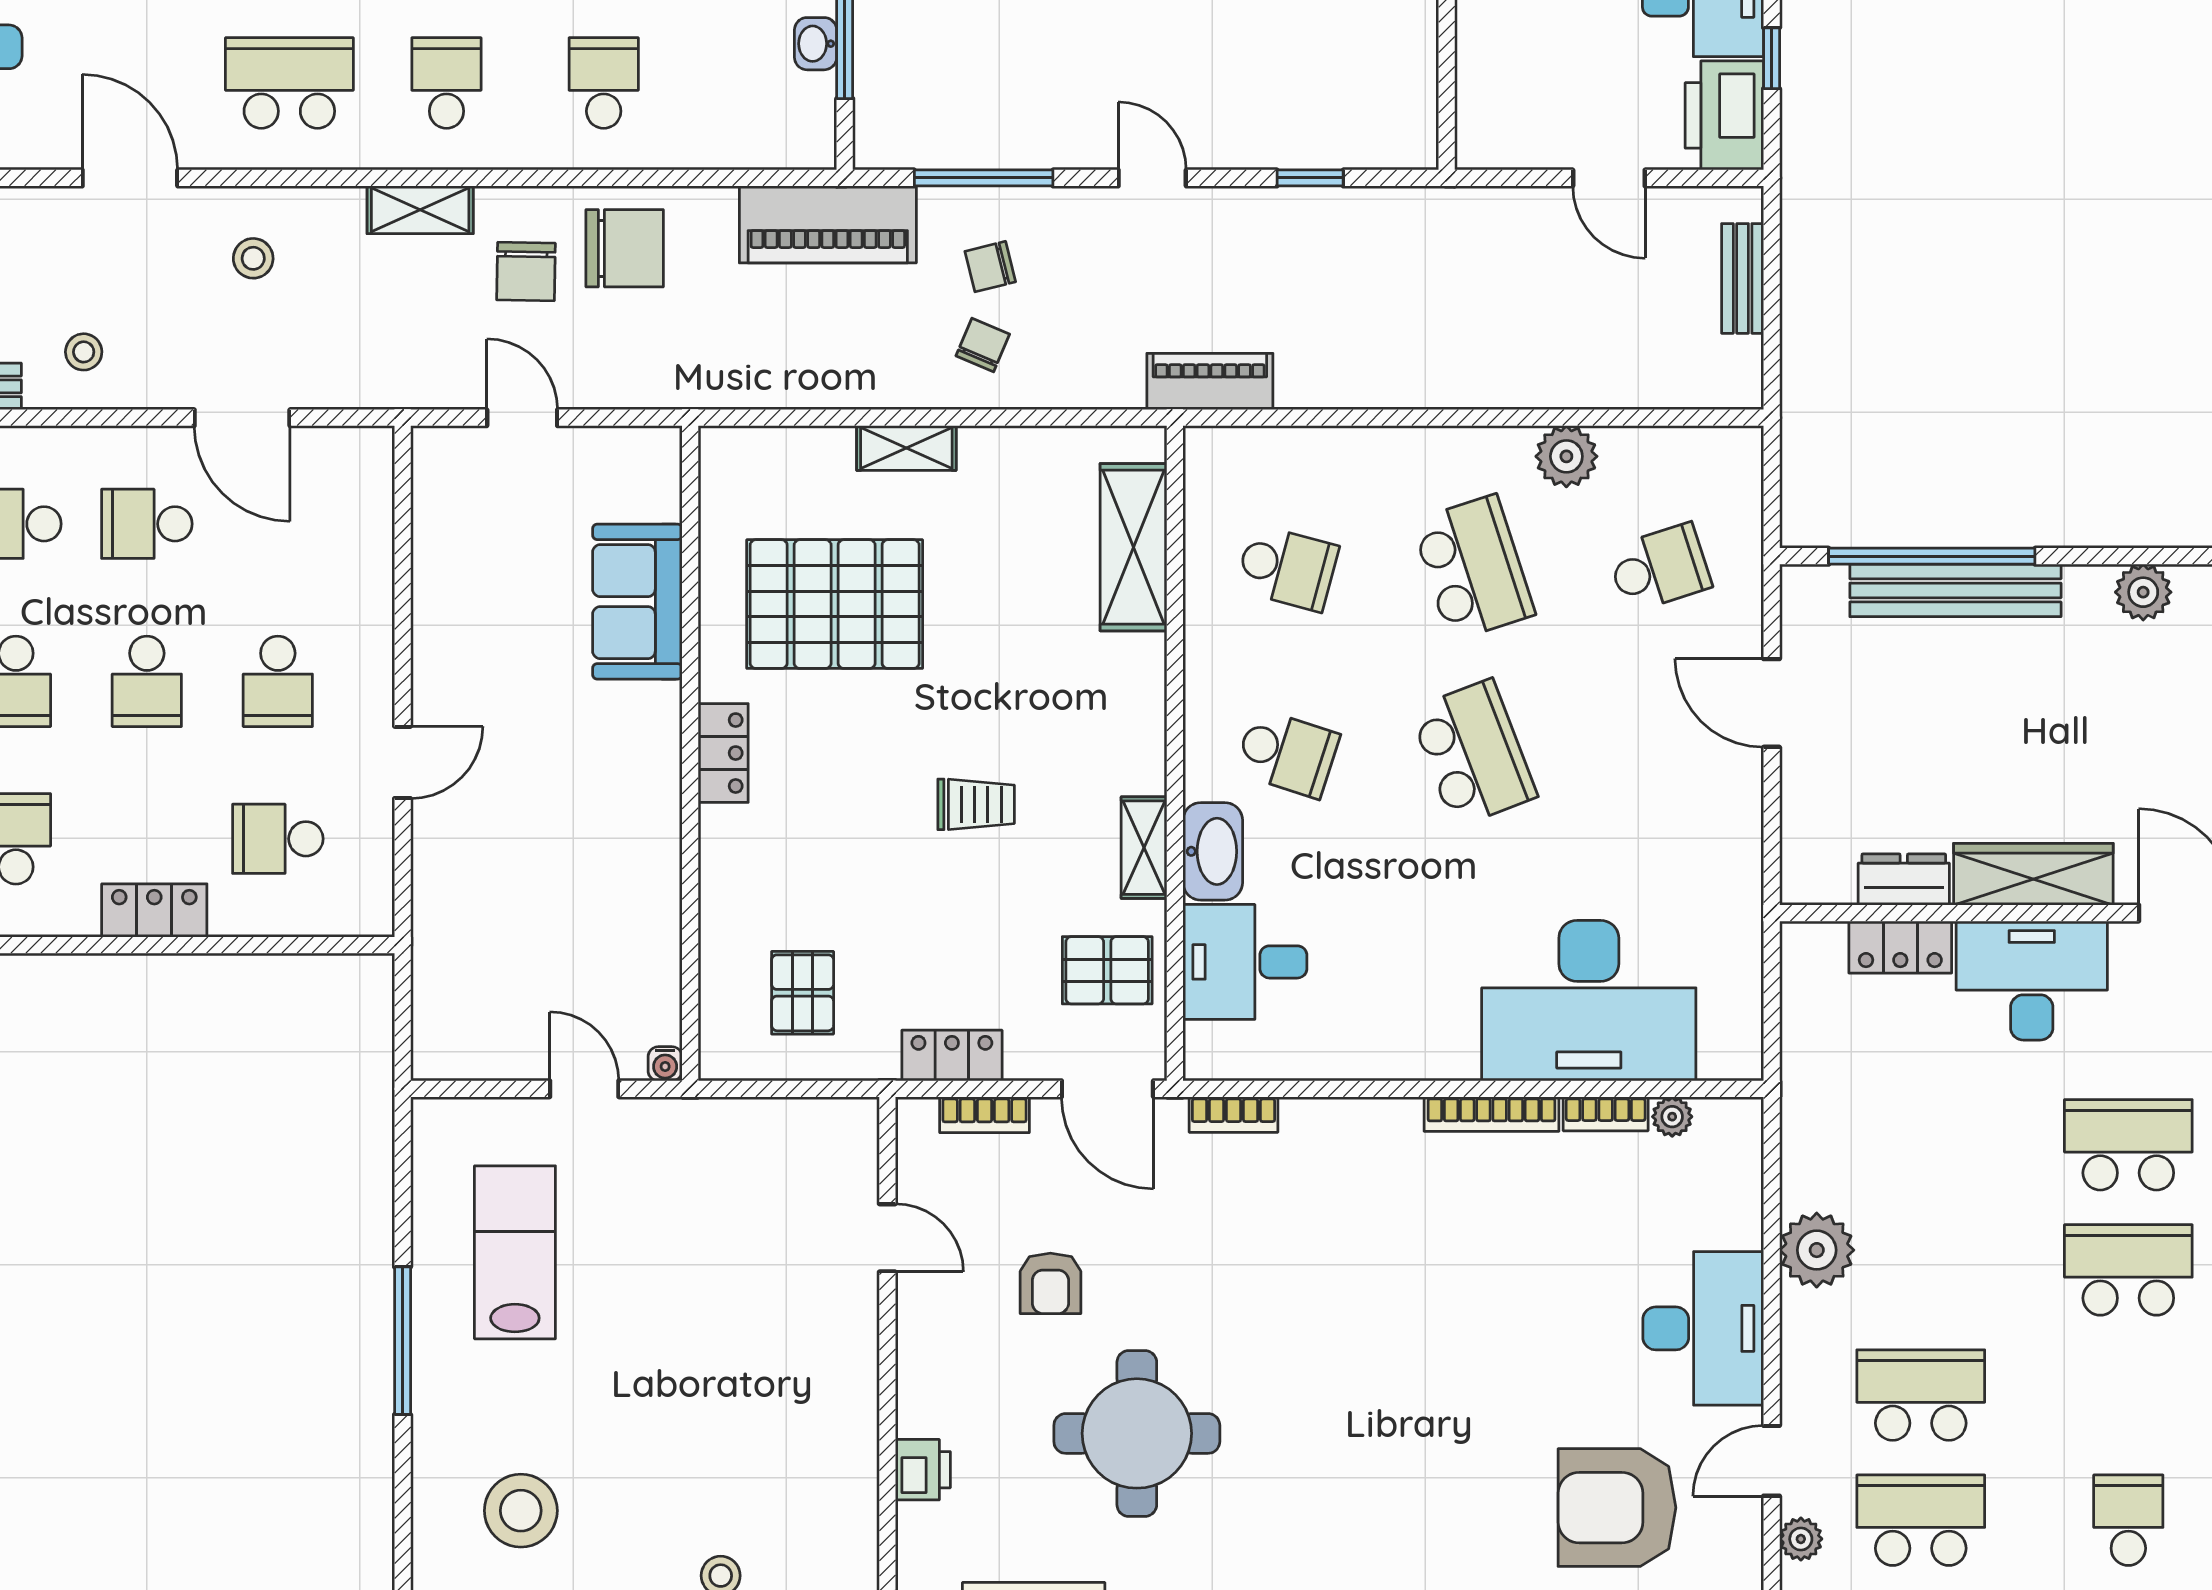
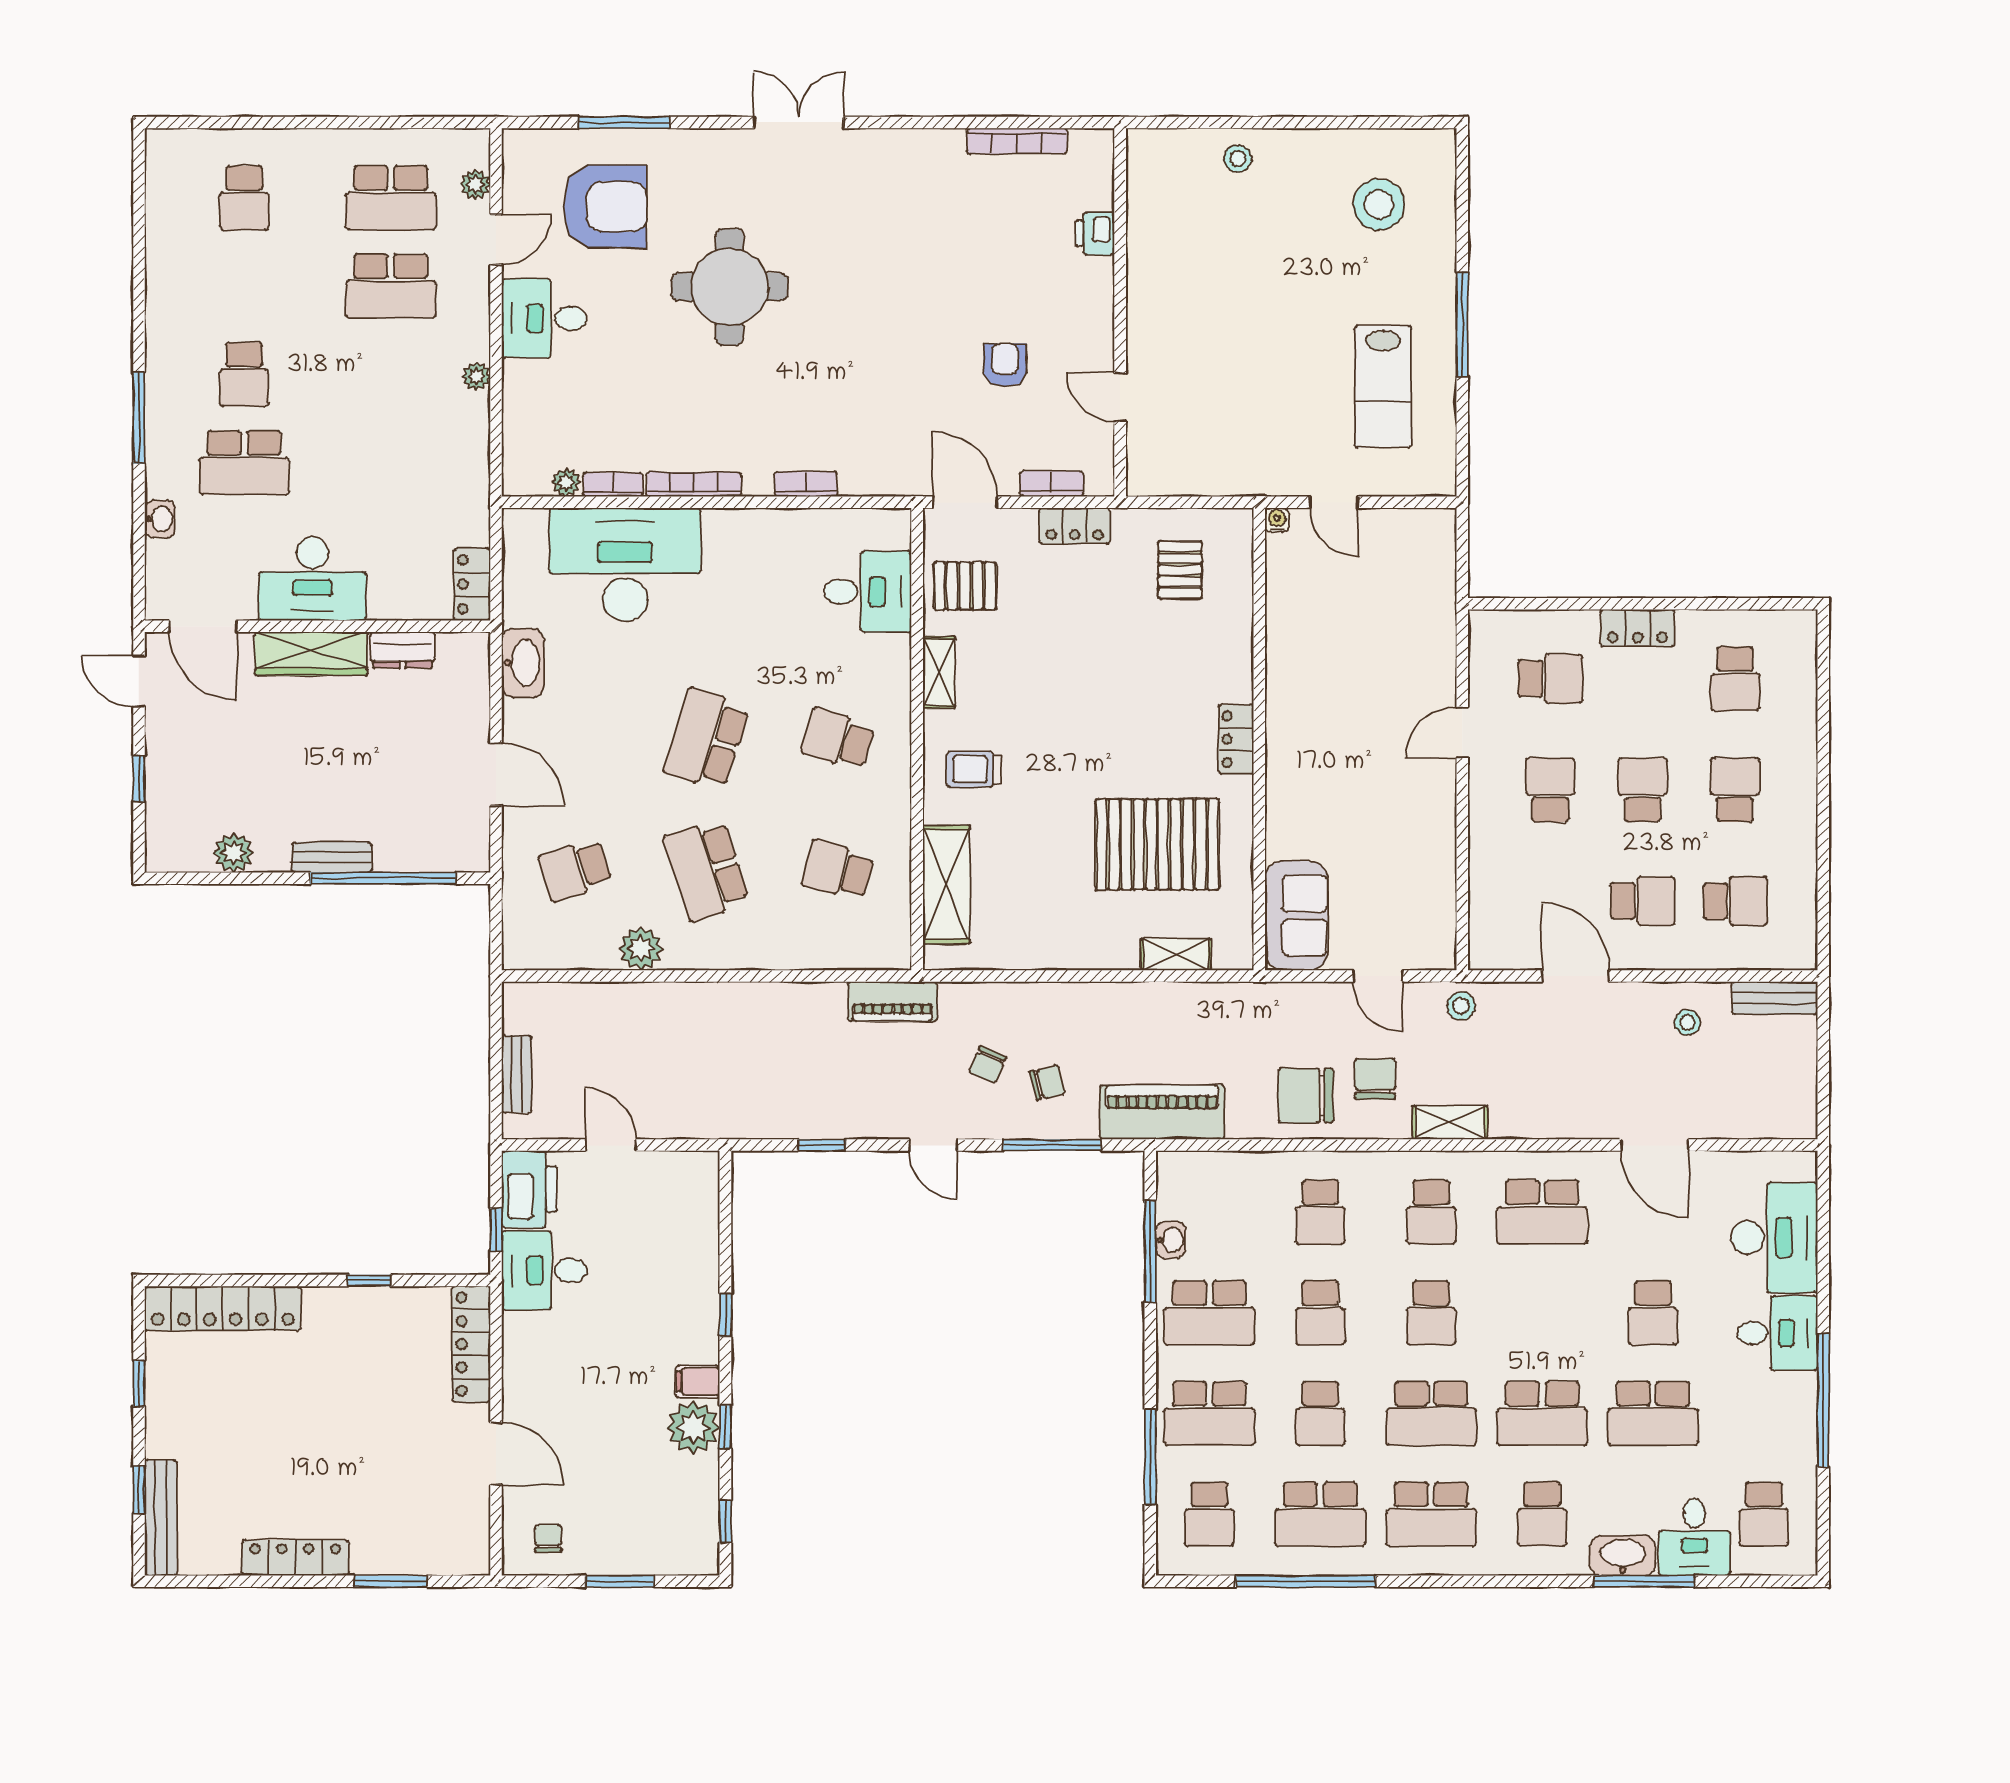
stool: (253, 258) -> (1461, 1006), moved
chair: (983, 345) -> (988, 1065), moved
shelving: (906, 448) -> (1176, 954), moved
bench: (1955, 590) -> (332, 857), width x0.54, depth x0.82
sofa: (637, 602) -> (1297, 916), moved
school desk: (1473, 753) -> (707, 739), turned 39
trolley: (976, 804) -> (974, 769), moved
washbasin: (1213, 851) -> (523, 663), moved, turned 180
locker: (1900, 947) -> (472, 584), moved, turned -90
bookcase: (1234, 1115) -> (806, 484), moved
plant: (1817, 1250) -> (476, 376), width x0.53, depth x0.53
school desk: (2128, 1270) -> (244, 374), width x0.54
desk: (1703, 1328) -> (544, 318), width x0.73
round table: (1137, 1433) -> (729, 287), moved

